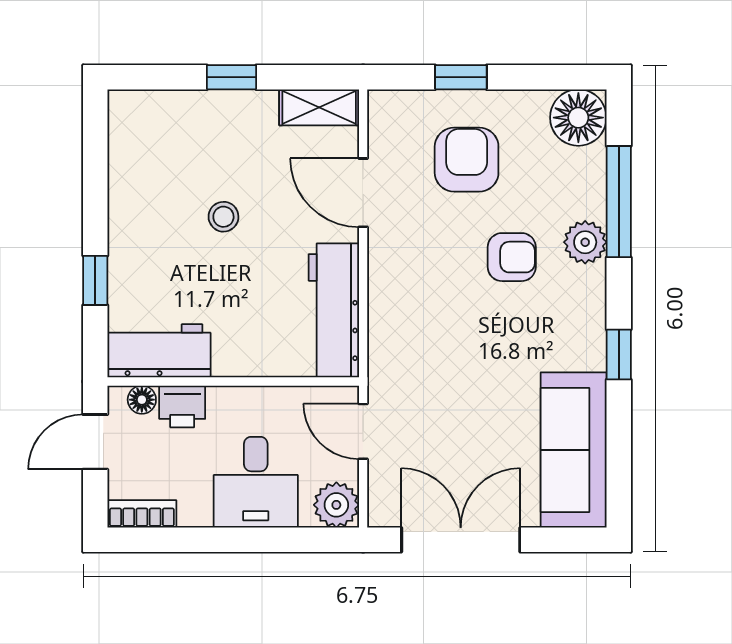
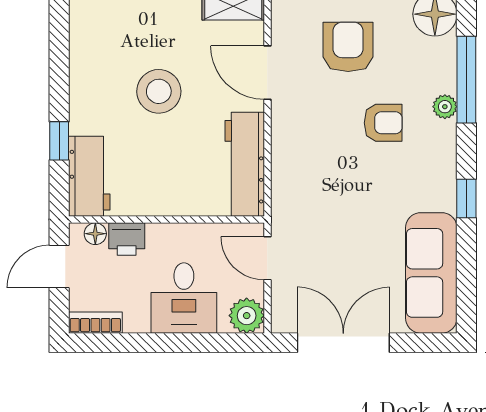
stool: (223, 217) -> (159, 91), width x1.89, depth x1.89
plant: (585, 242) -> (445, 107), width x0.73, depth x0.73
workbench: (159, 351) -> (89, 176), moved, turned 90

